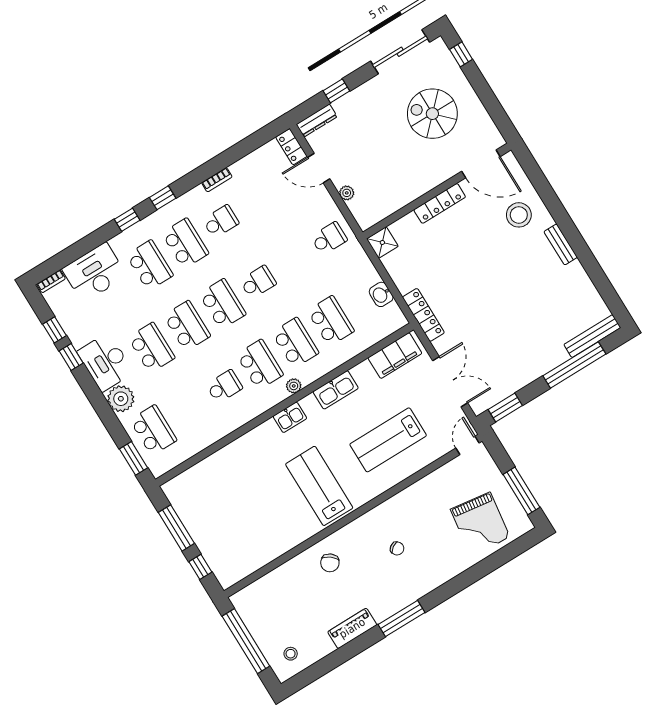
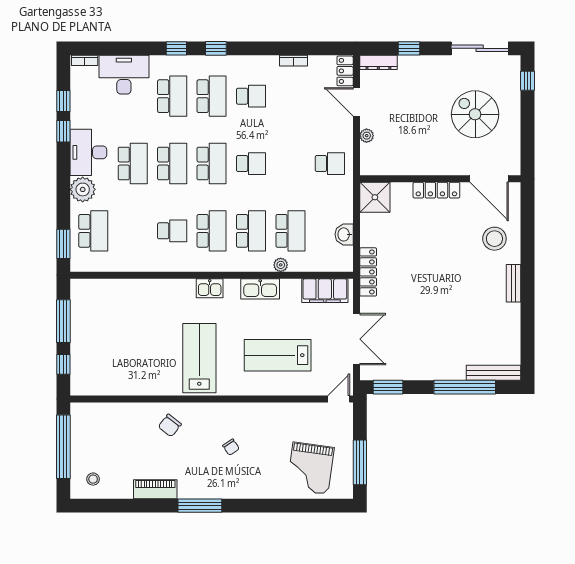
bookcase: (217, 180) -> (293, 61), moved
shower: (382, 242) -> (375, 197), width x1.36, depth x1.36
plant: (294, 386) -> (281, 265), moved

